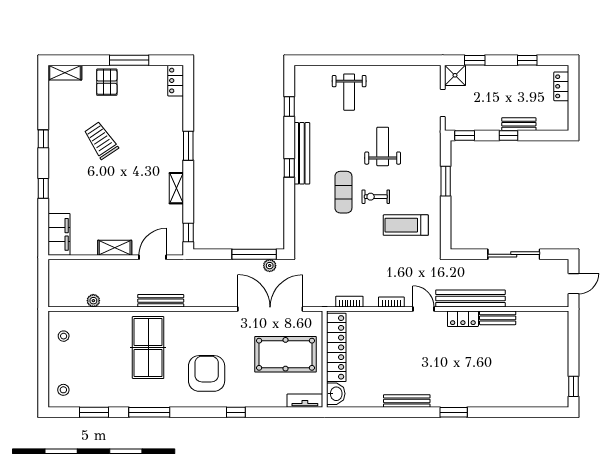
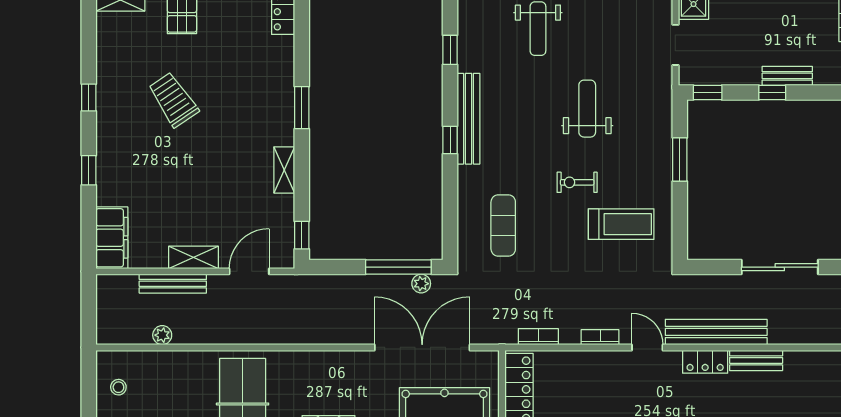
exercise mat: (343, 192) -> (503, 226), moved
treadmill: (406, 225) -> (621, 224), turned 180
bench: (161, 301) -> (173, 284), moved

